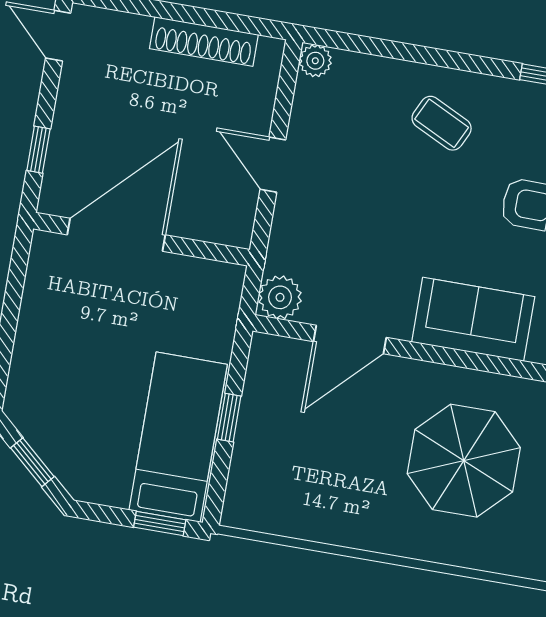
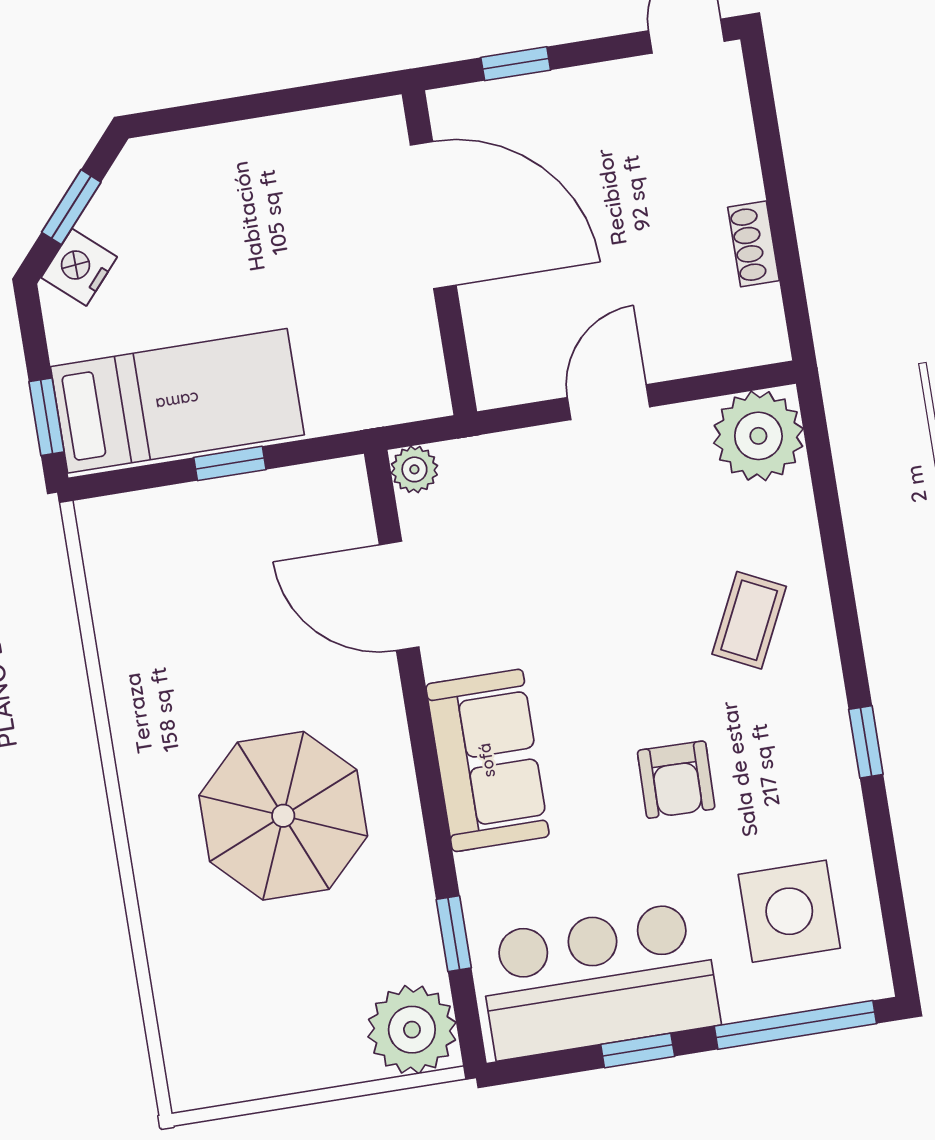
shoe rack: (204, 41) -> (753, 244), width x0.51, depth x0.81
plant: (315, 61) -> (758, 436), width x1.88, depth x1.88
plant: (280, 297) -> (414, 469), width x0.73, depth x0.73
nightstand: (72, 470) -> (79, 267), added

